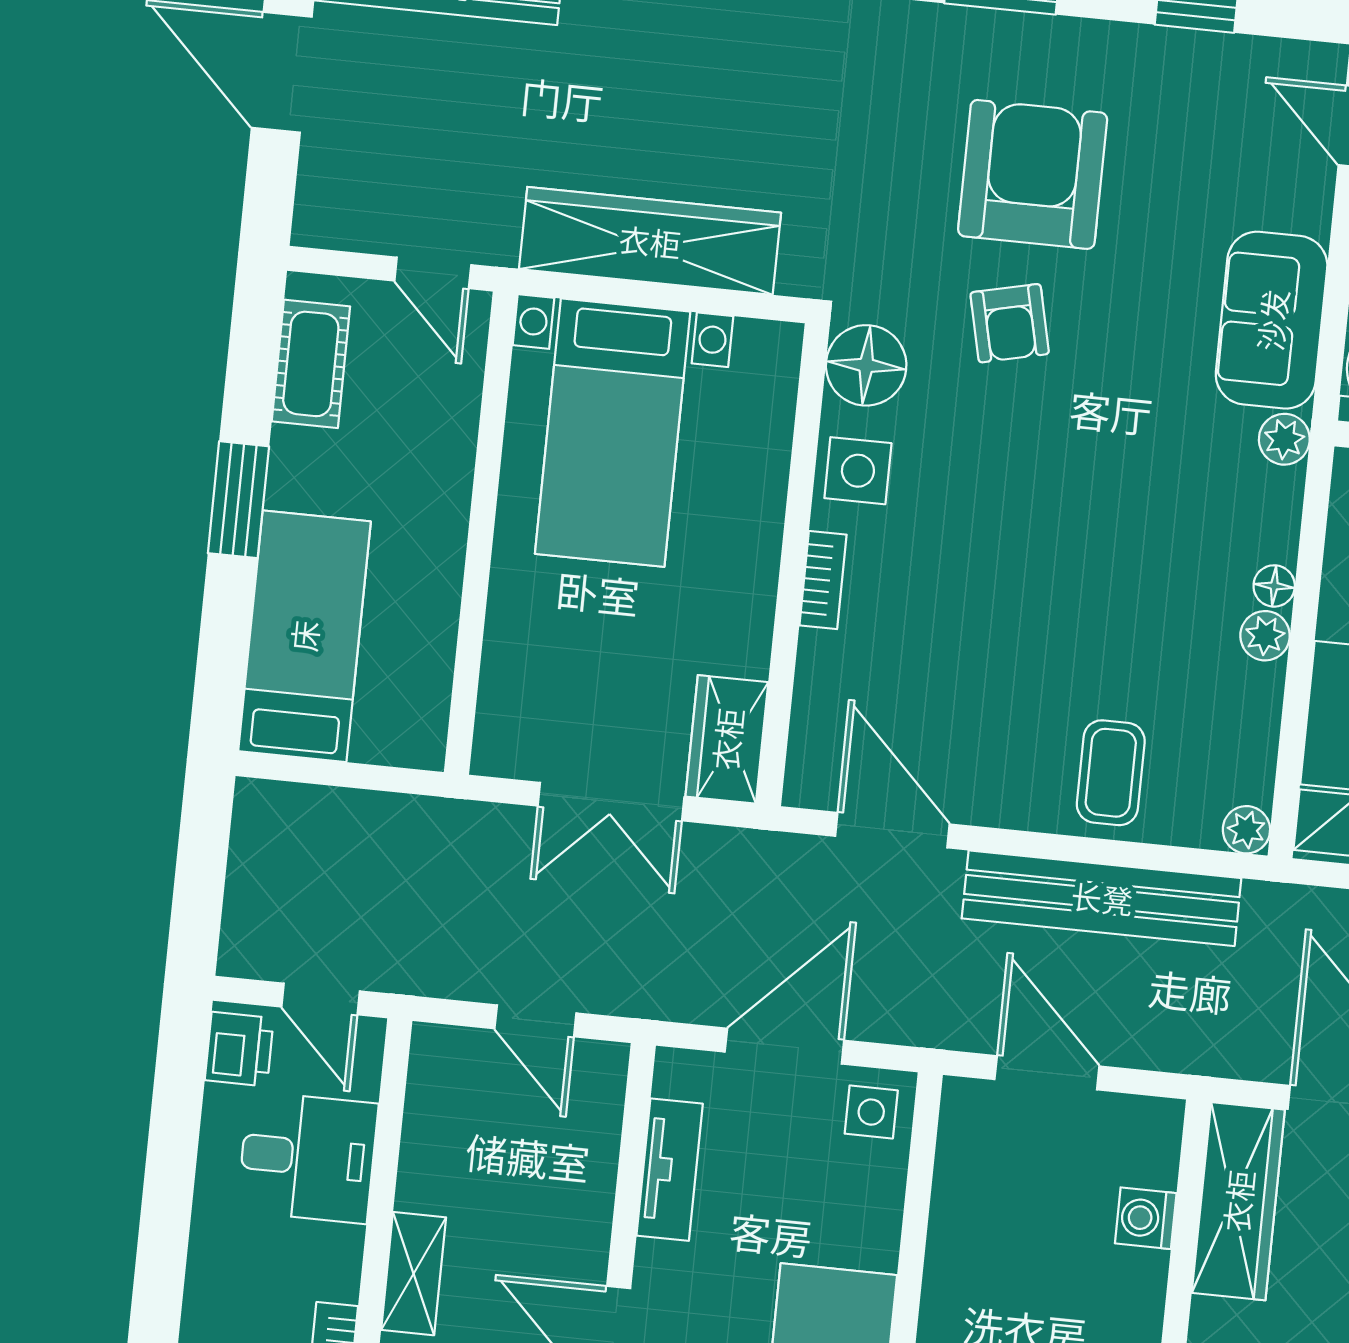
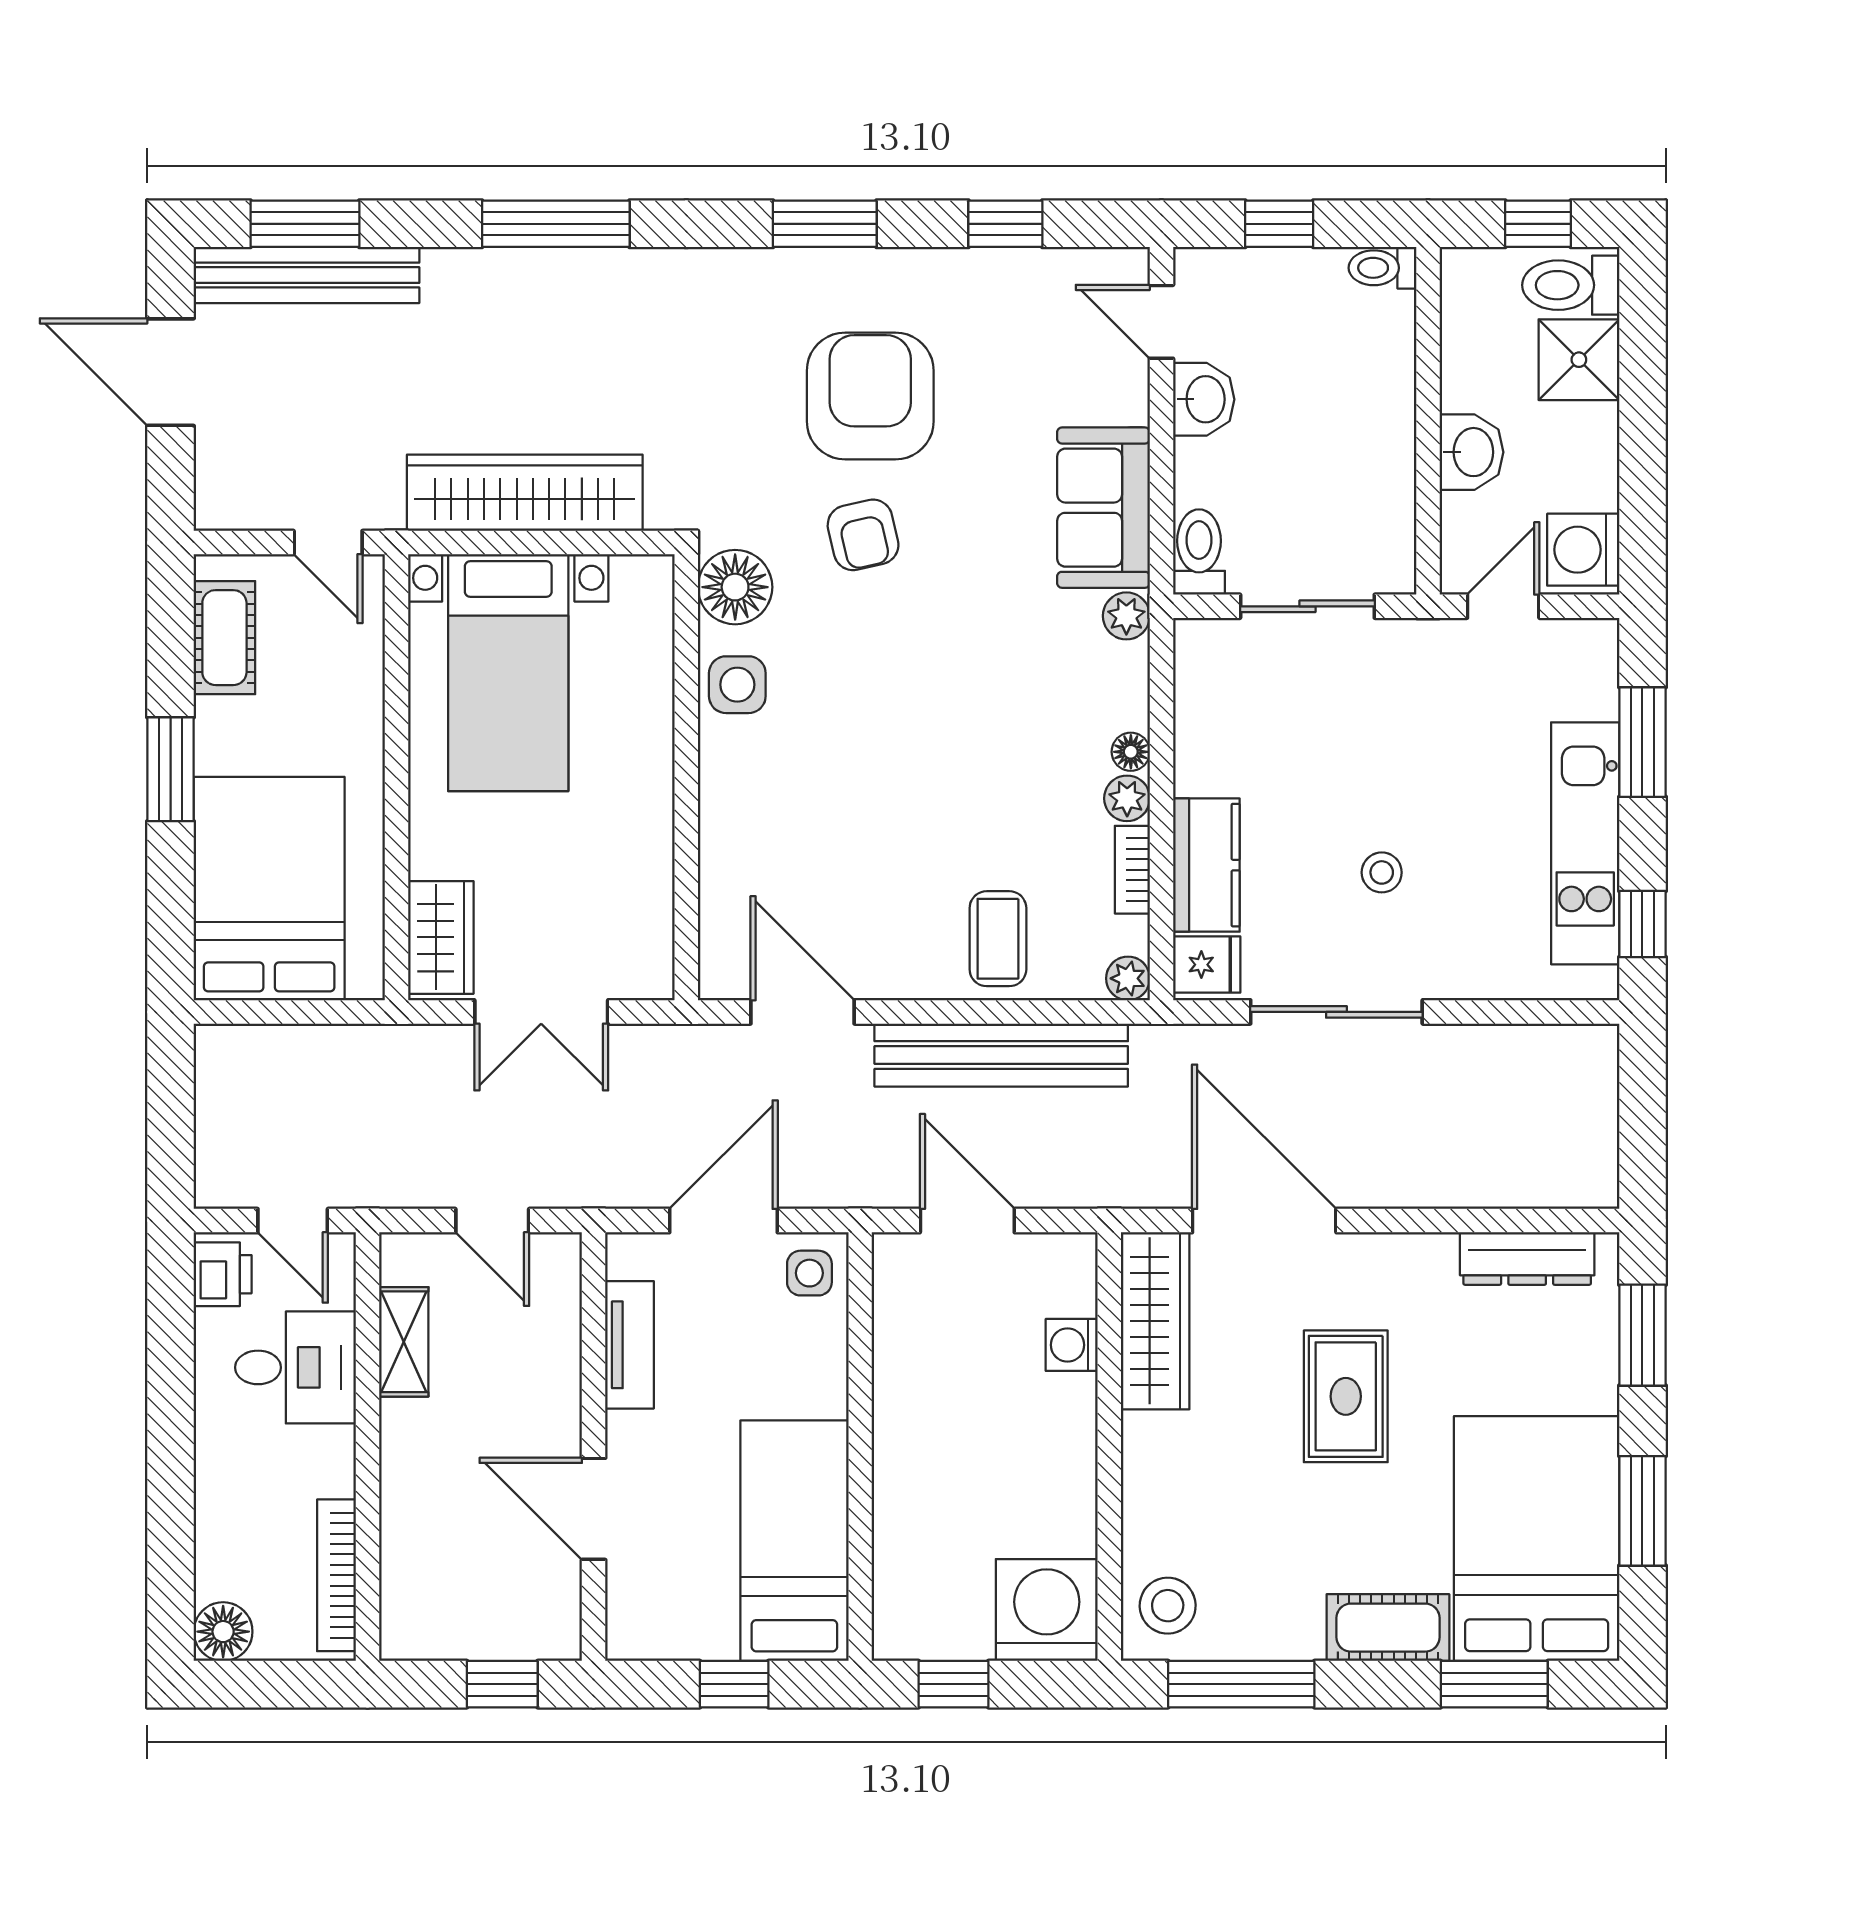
bookcase: (823, 580) -> (1132, 870), moved, turned 180
bed: (304, 636) -> (269, 889), width x1.50
wardrobe: (727, 739) -> (441, 937), moved, turned 180
shelving: (414, 1274) -> (404, 1342), moved

